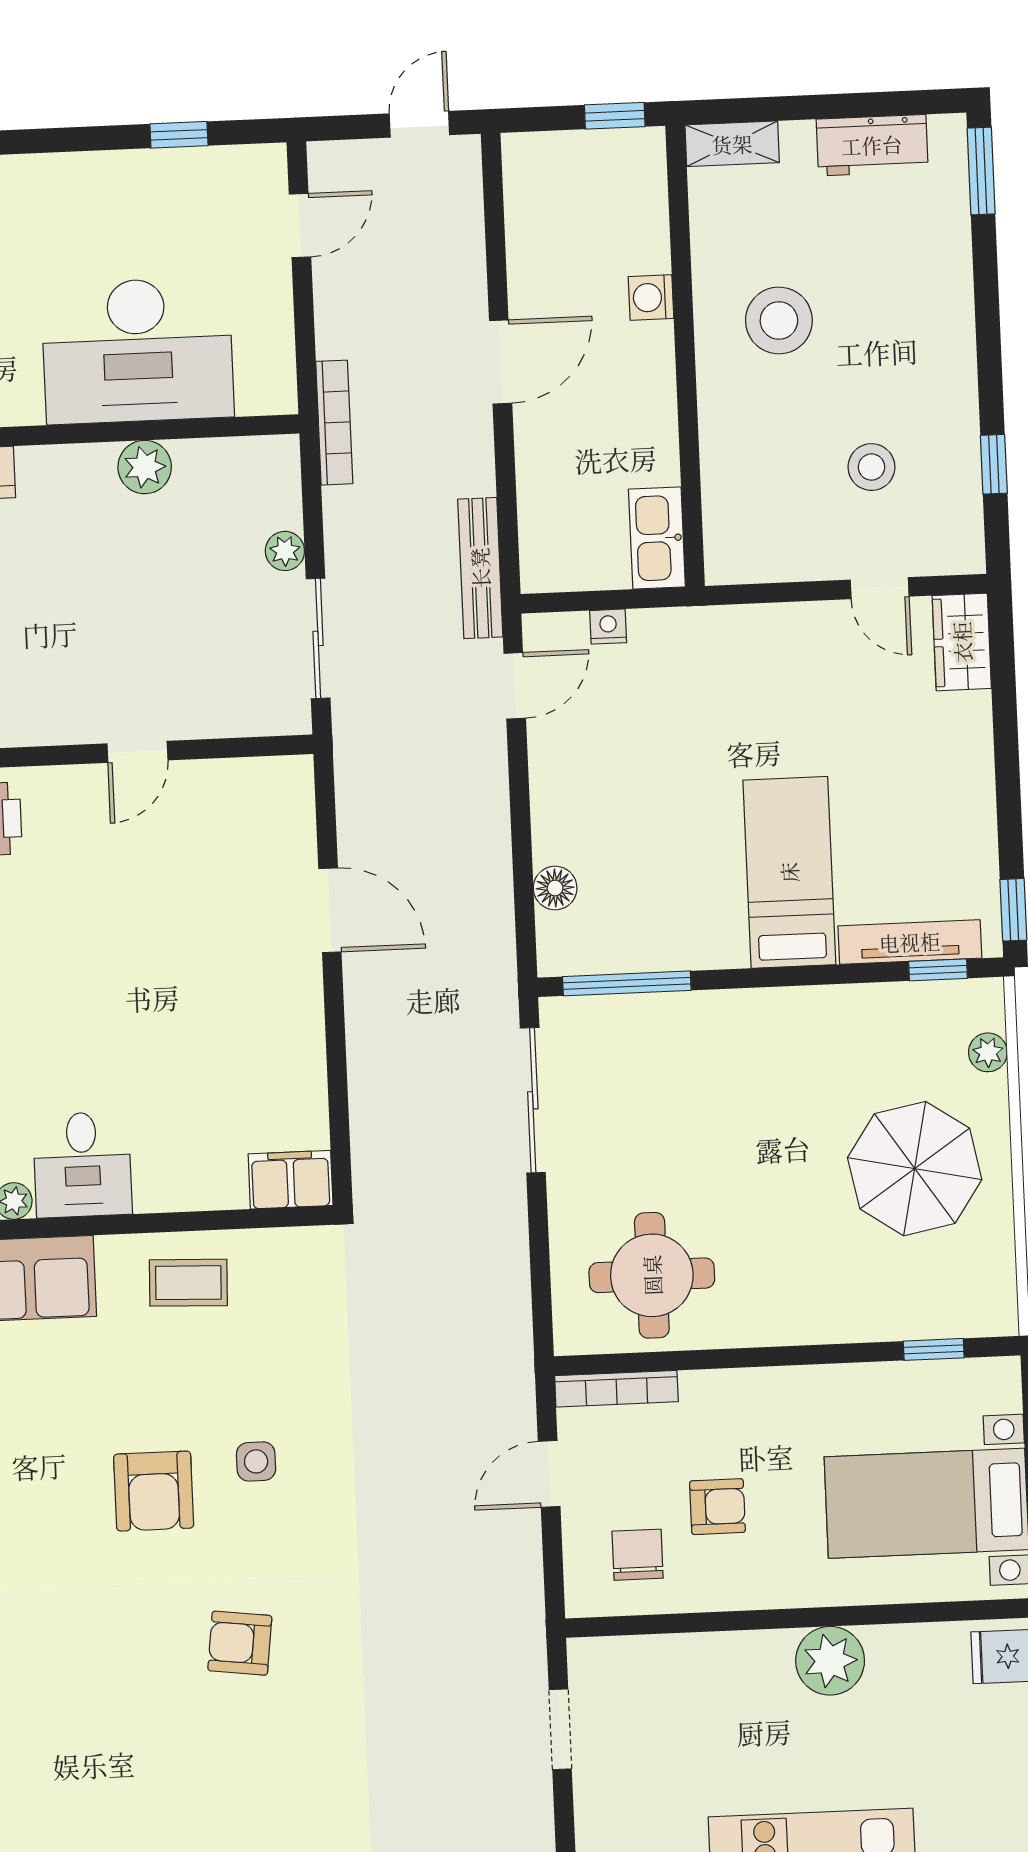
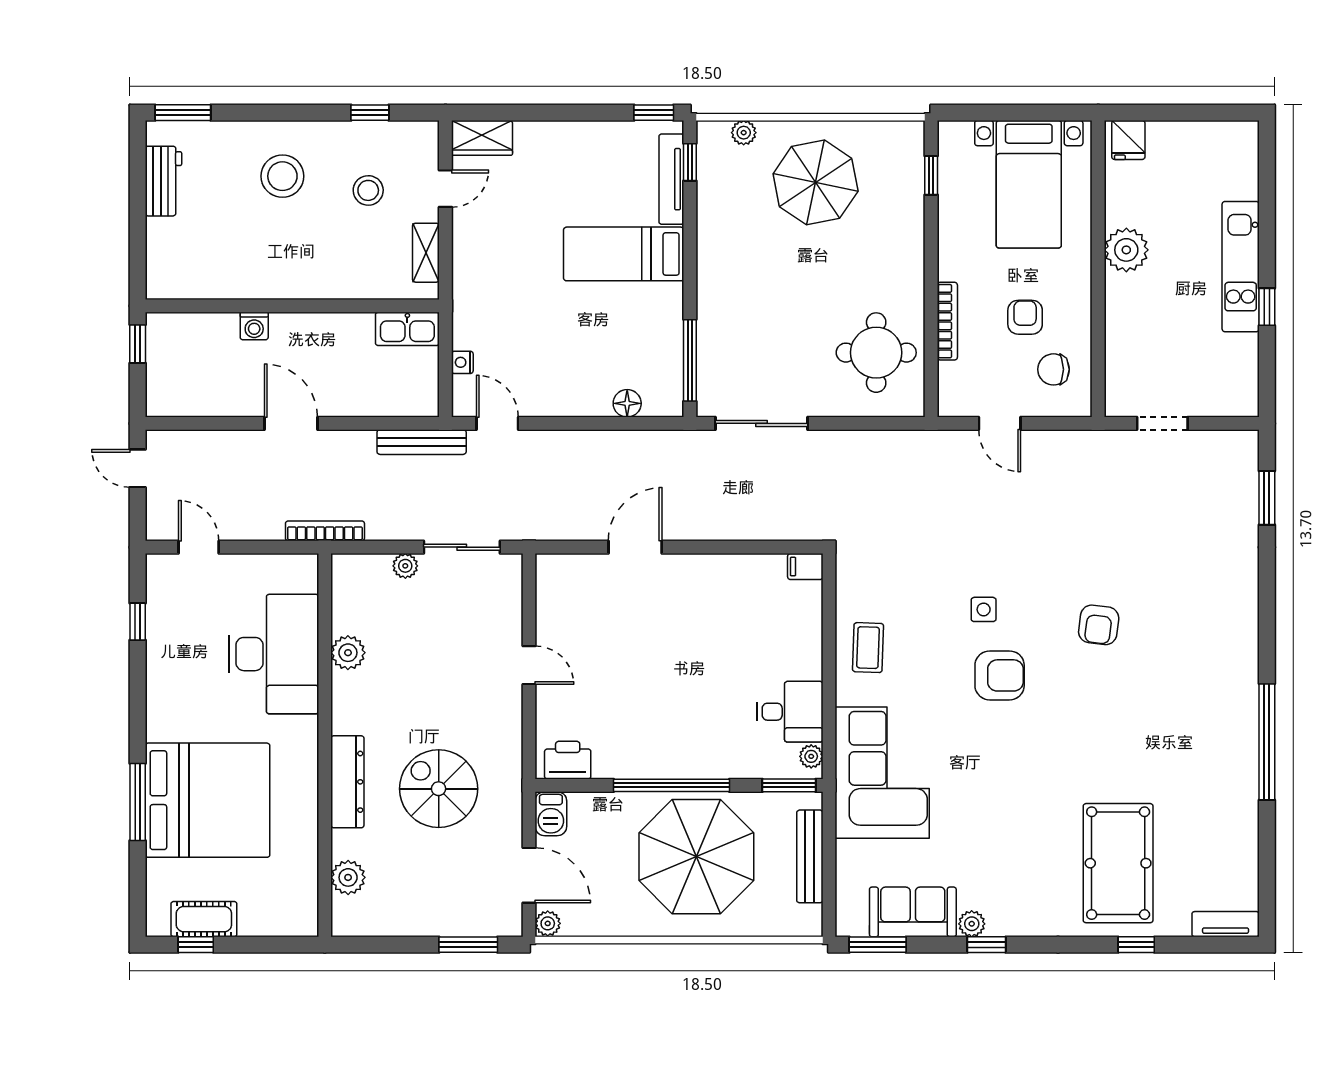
shelving: (732, 144) -> (426, 253), moved
stool: (779, 320) -> (282, 176), moved
filing cabinet: (291, 1180) -> (805, 567), width x0.50
bookcase: (616, 1389) -> (947, 321), moved

